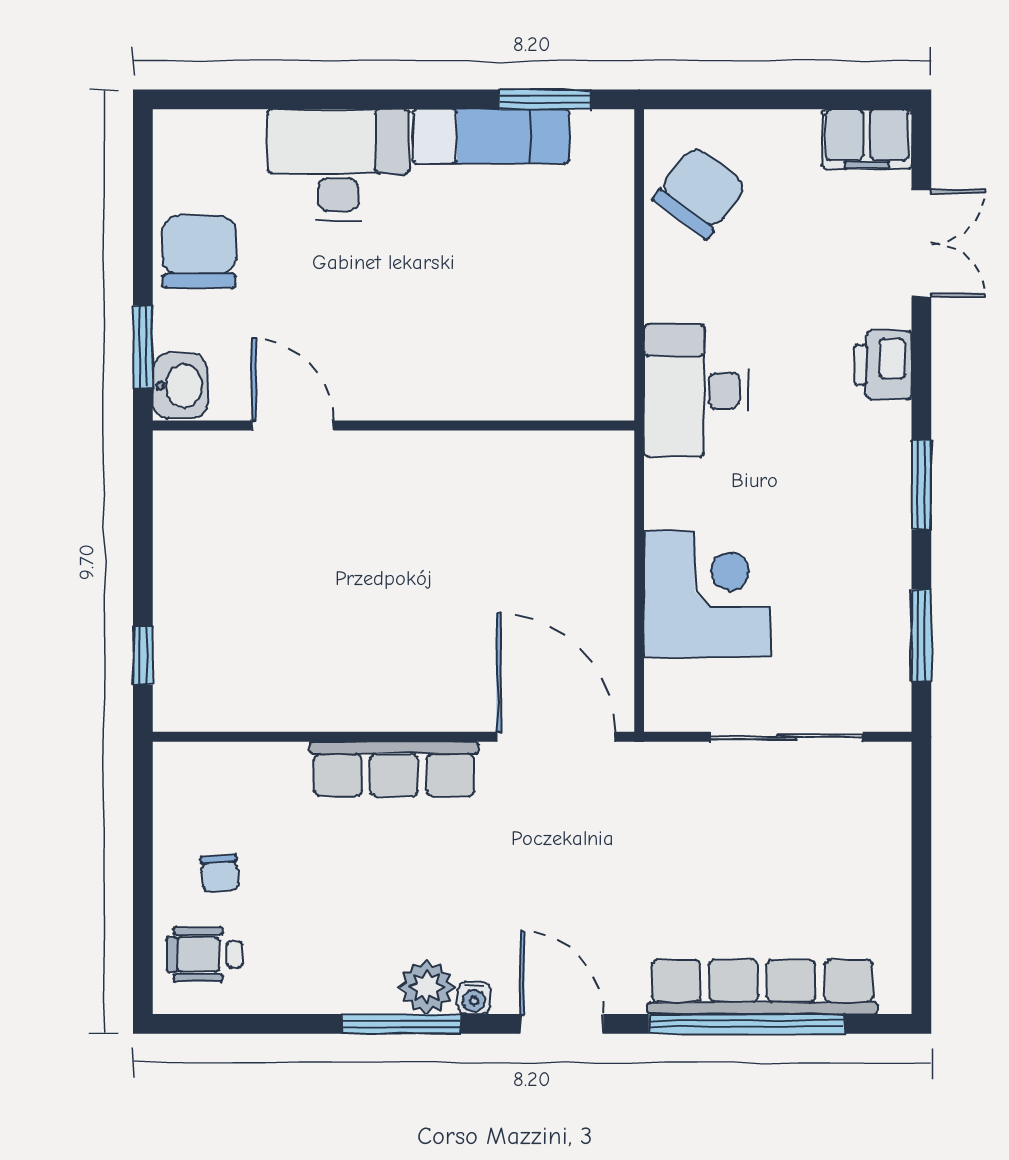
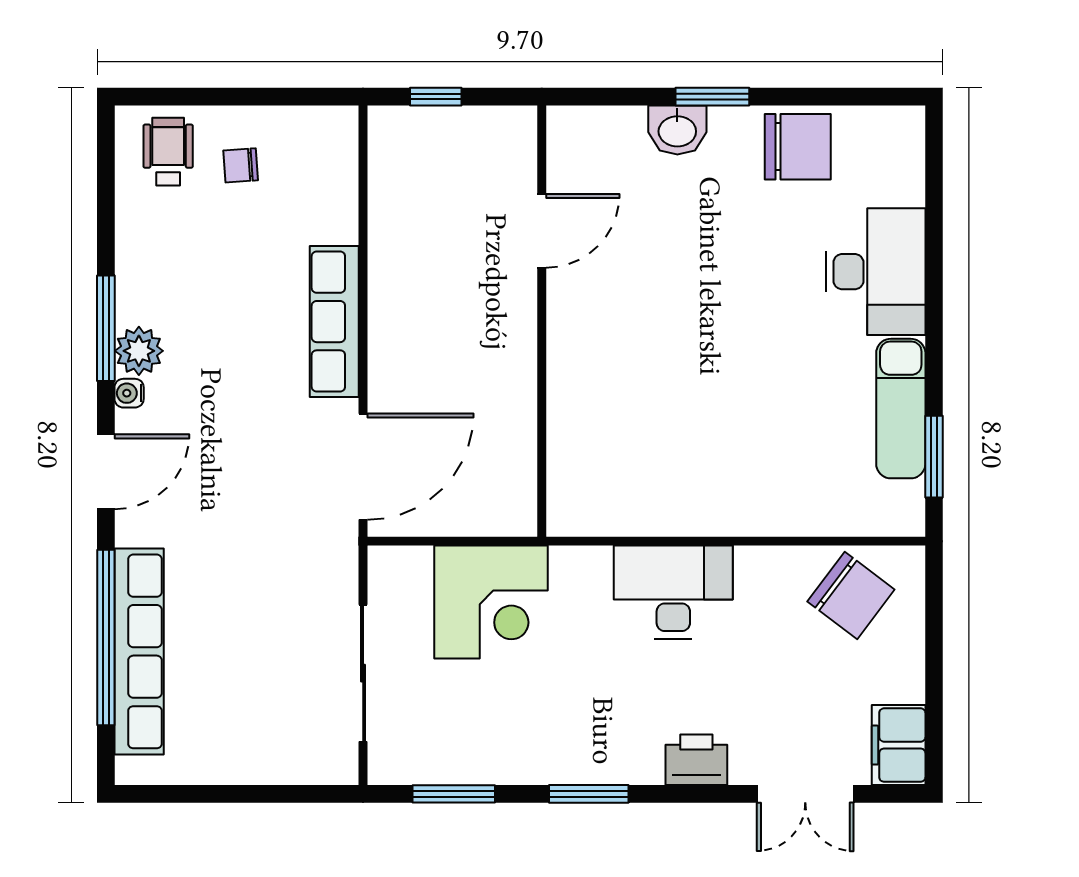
door: (293, 425) -> (542, 231), moved
wall: (393, 425) -> (542, 321), moved

